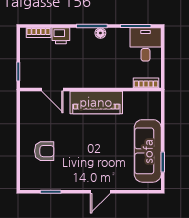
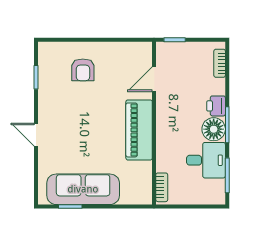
floor lamp: (100, 33) -> (214, 129), width x1.89, depth x1.89
printer: (61, 36) -> (216, 106), moved
desk: (146, 44) -> (206, 160), moved

